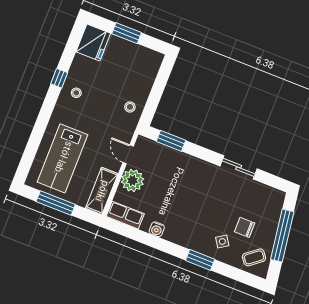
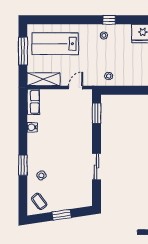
plant: (132, 180) -> (59, 98), removed
chair: (245, 227) -> (57, 187), removed
window: (282, 236) -> (62, 215), width x0.47

